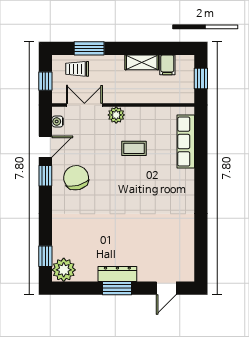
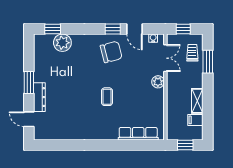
coffee table: (134, 148) -> (107, 97), moved
plant: (64, 270) -> (62, 43), moved
dresser: (117, 274) -> (39, 97), moved

